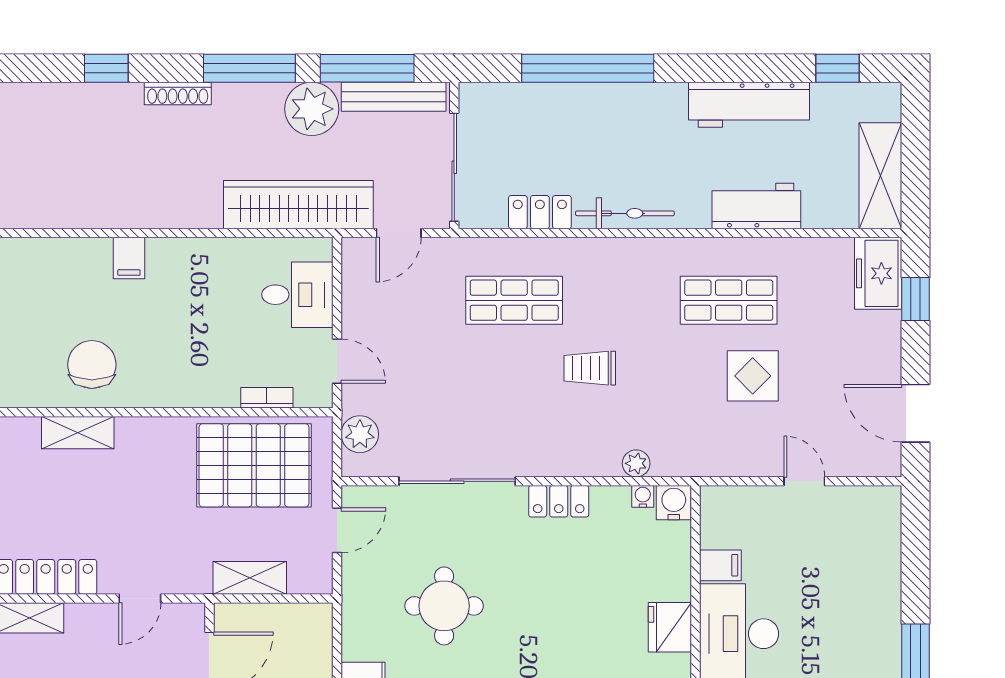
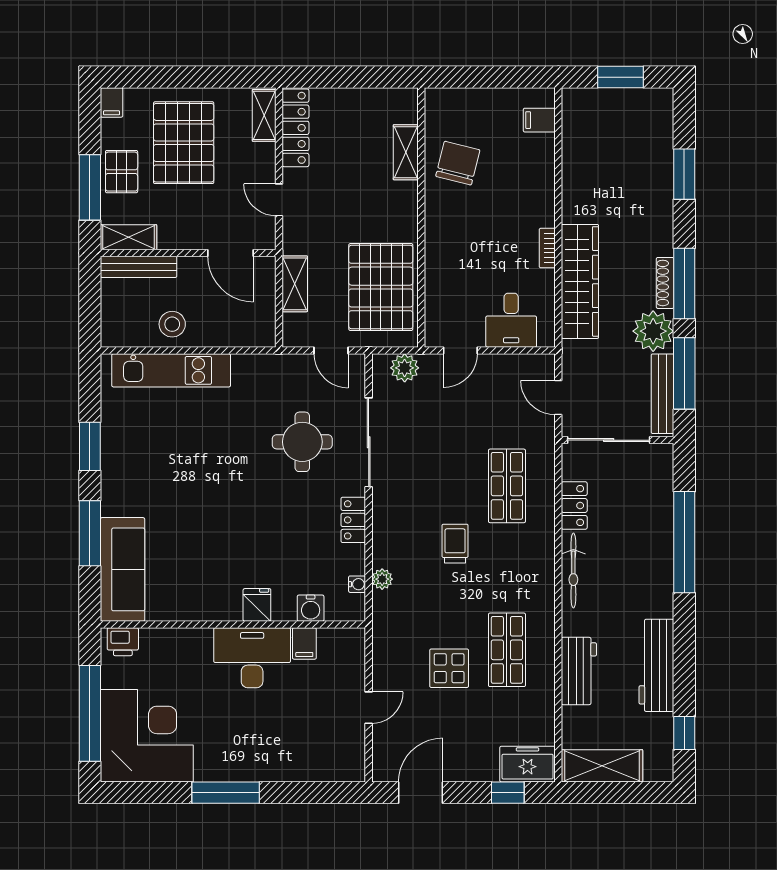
window: (106, 68) -> (684, 174), width x1.50
shoe rack: (178, 93) -> (665, 283), moved
wardrobe: (298, 205) -> (580, 281), moved
filing cabinet: (129, 258) -> (539, 120), moved
chair: (92, 365) -> (458, 163), turned -76
bookcase: (267, 398) -> (547, 248), moved, turned 180
water cooler: (674, 503) -> (311, 608), moved, turned 90
round table: (444, 606) -> (302, 442), moved
fridge: (670, 627) -> (257, 605), width x0.72

